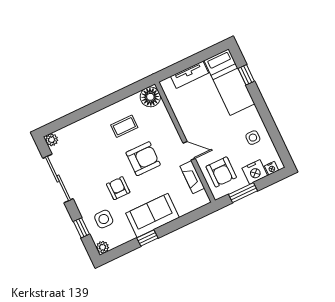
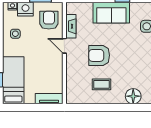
tv unit: (190, 75) -> (49, 99), moved
floor lamp: (150, 97) -> (133, 96), moved
armchair: (118, 188) -> (126, 43), removed

